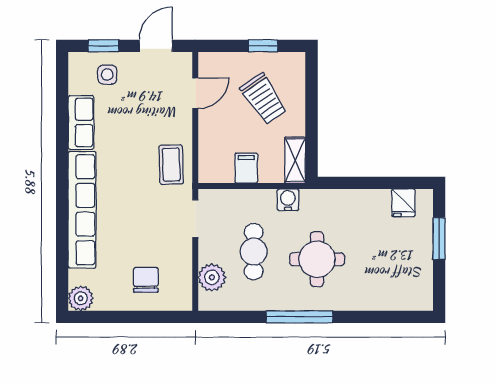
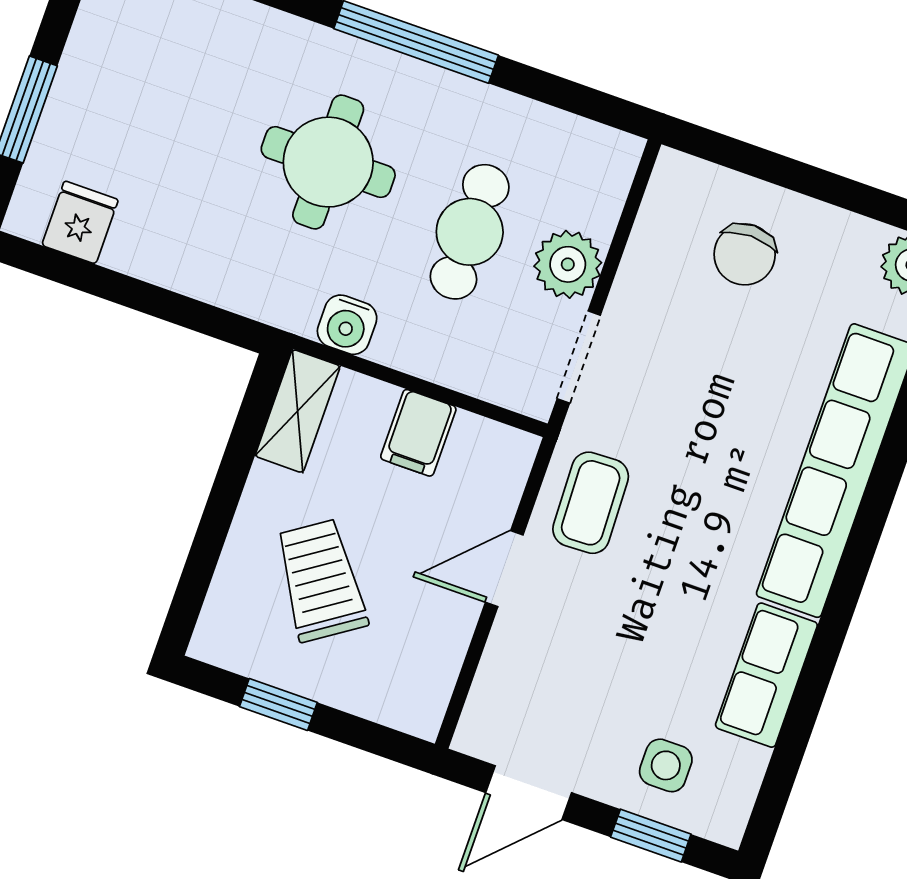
door: (195, 93) -> (504, 569), moved
plant: (212, 277) -> (568, 264), moved

